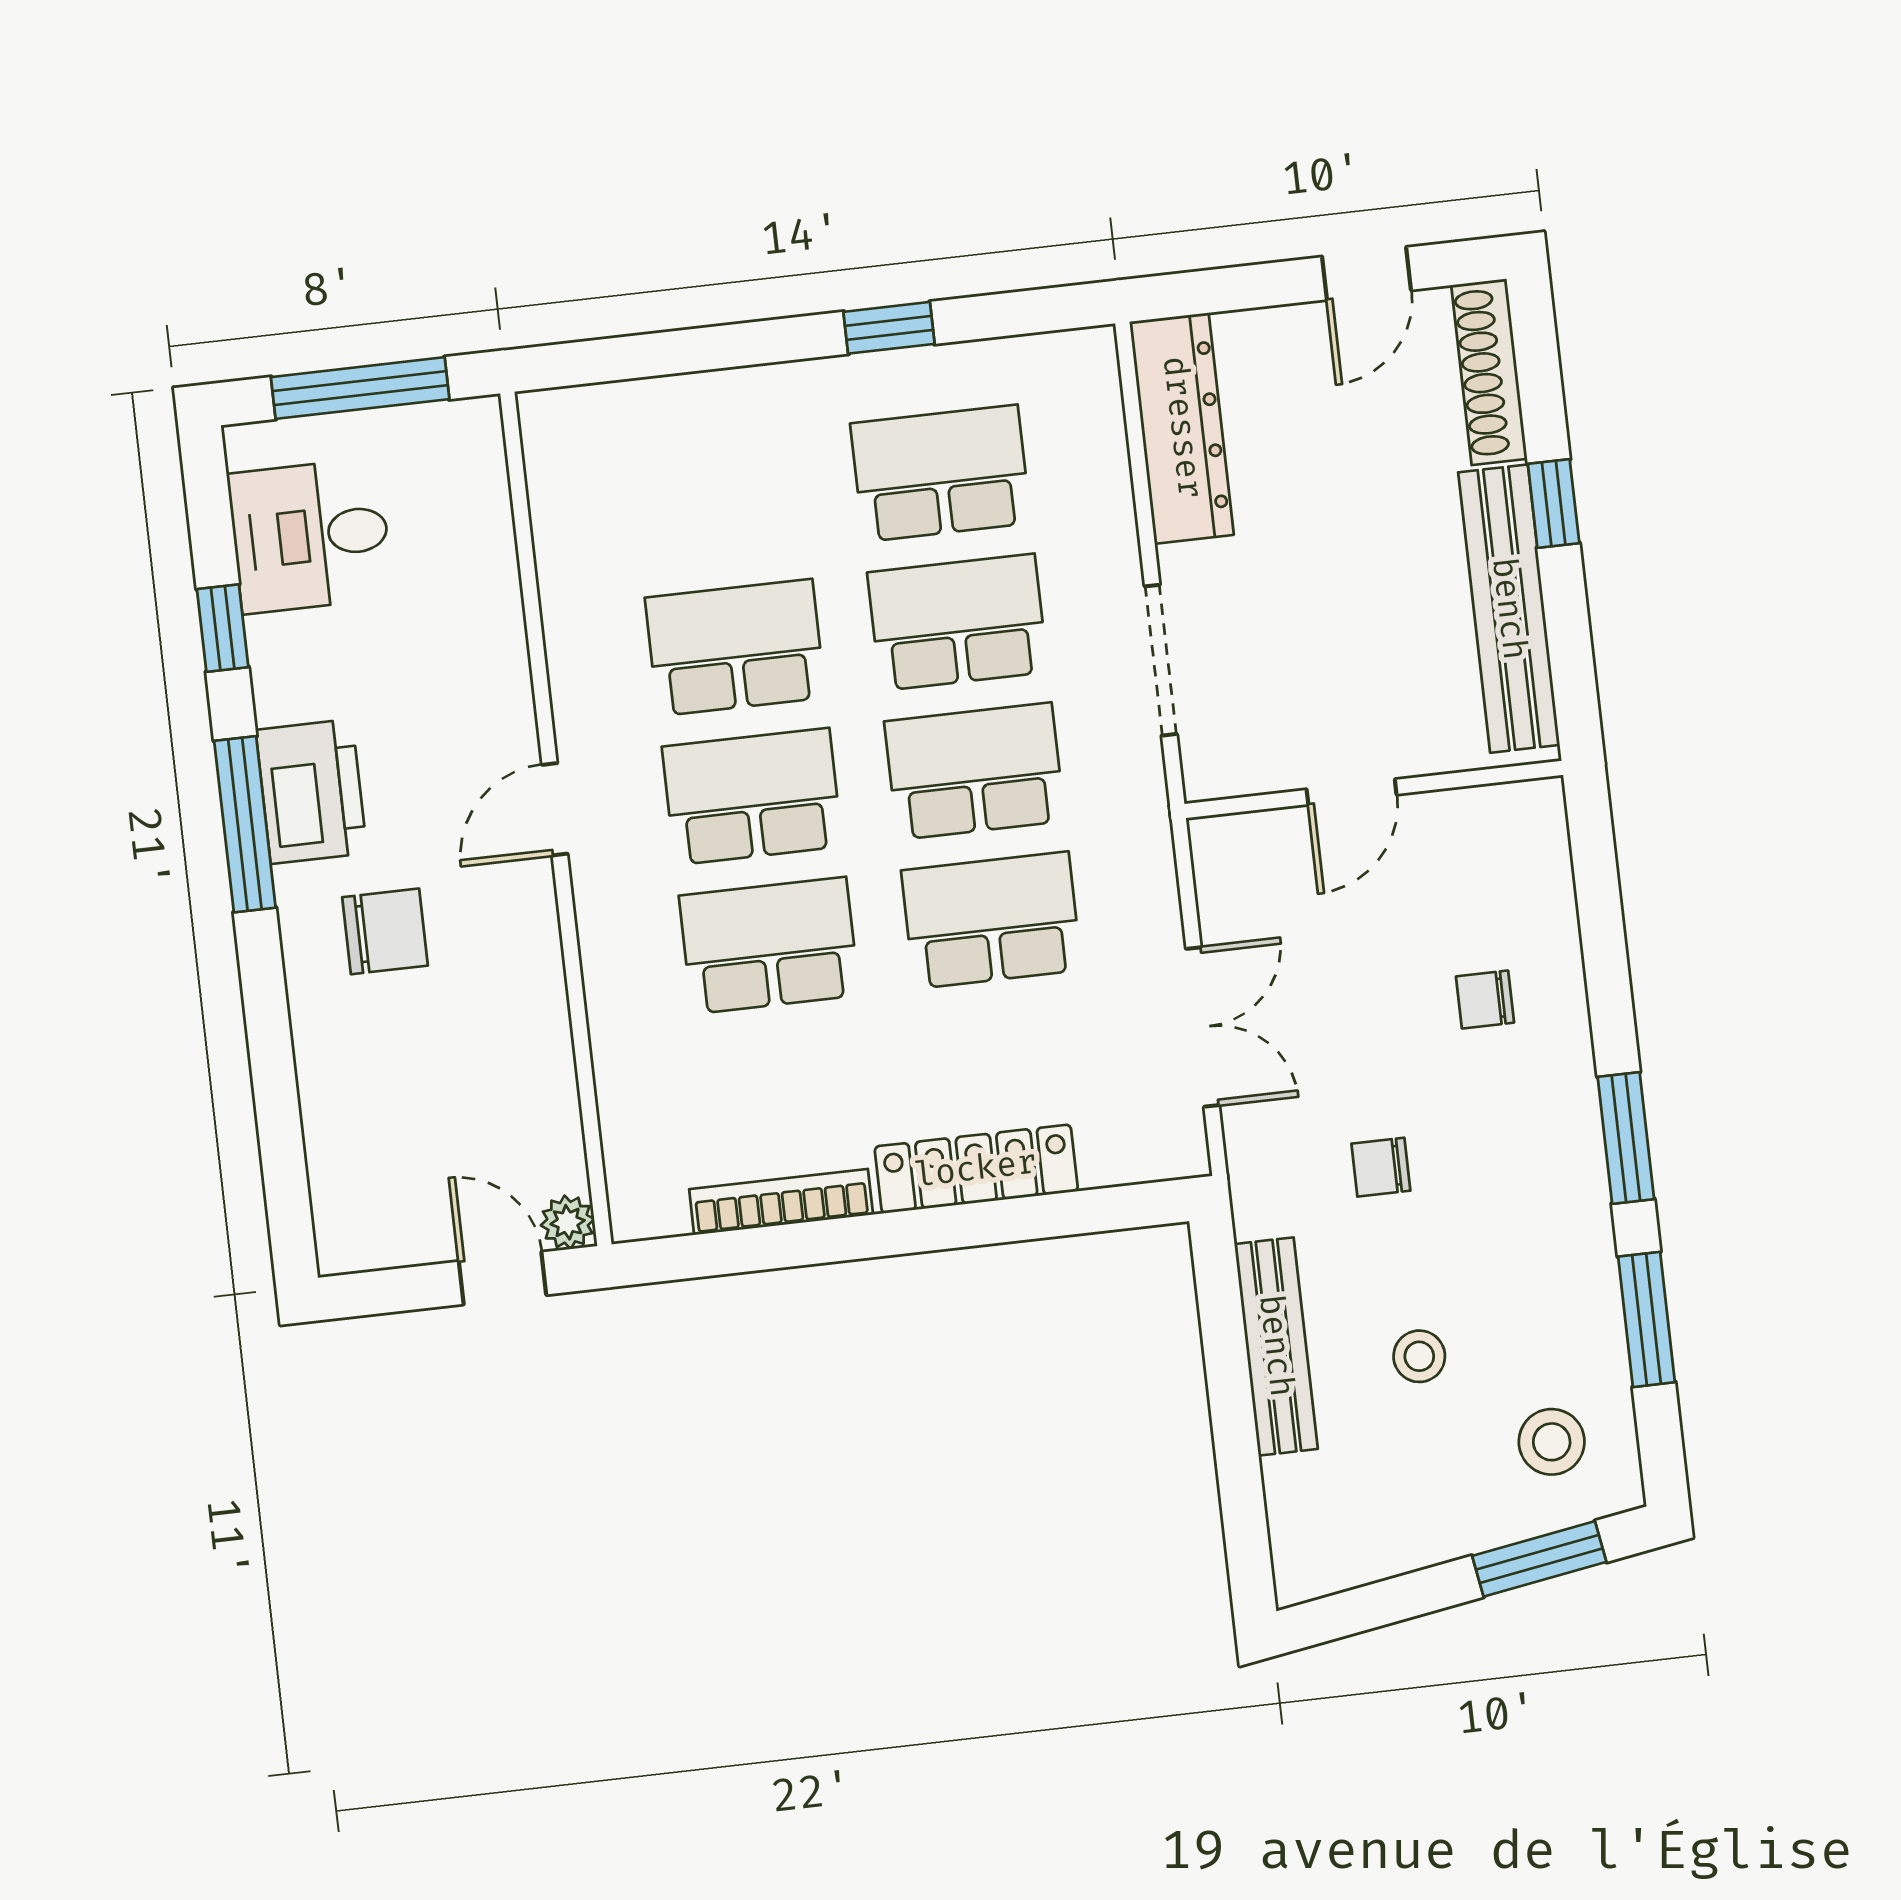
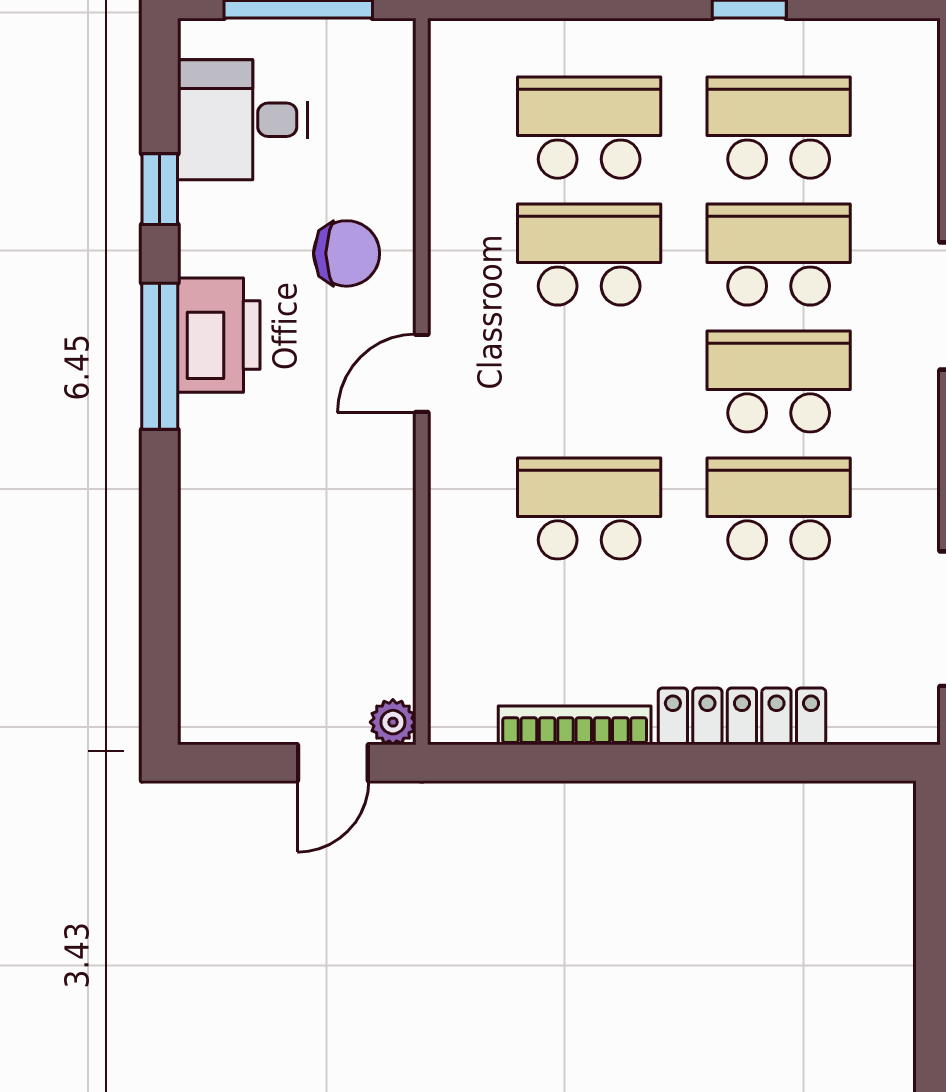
school desk: (752, 797) -> (589, 128), moved
chair: (385, 931) -> (347, 253), moved
door: (503, 1278) -> (333, 763), swing flipped

